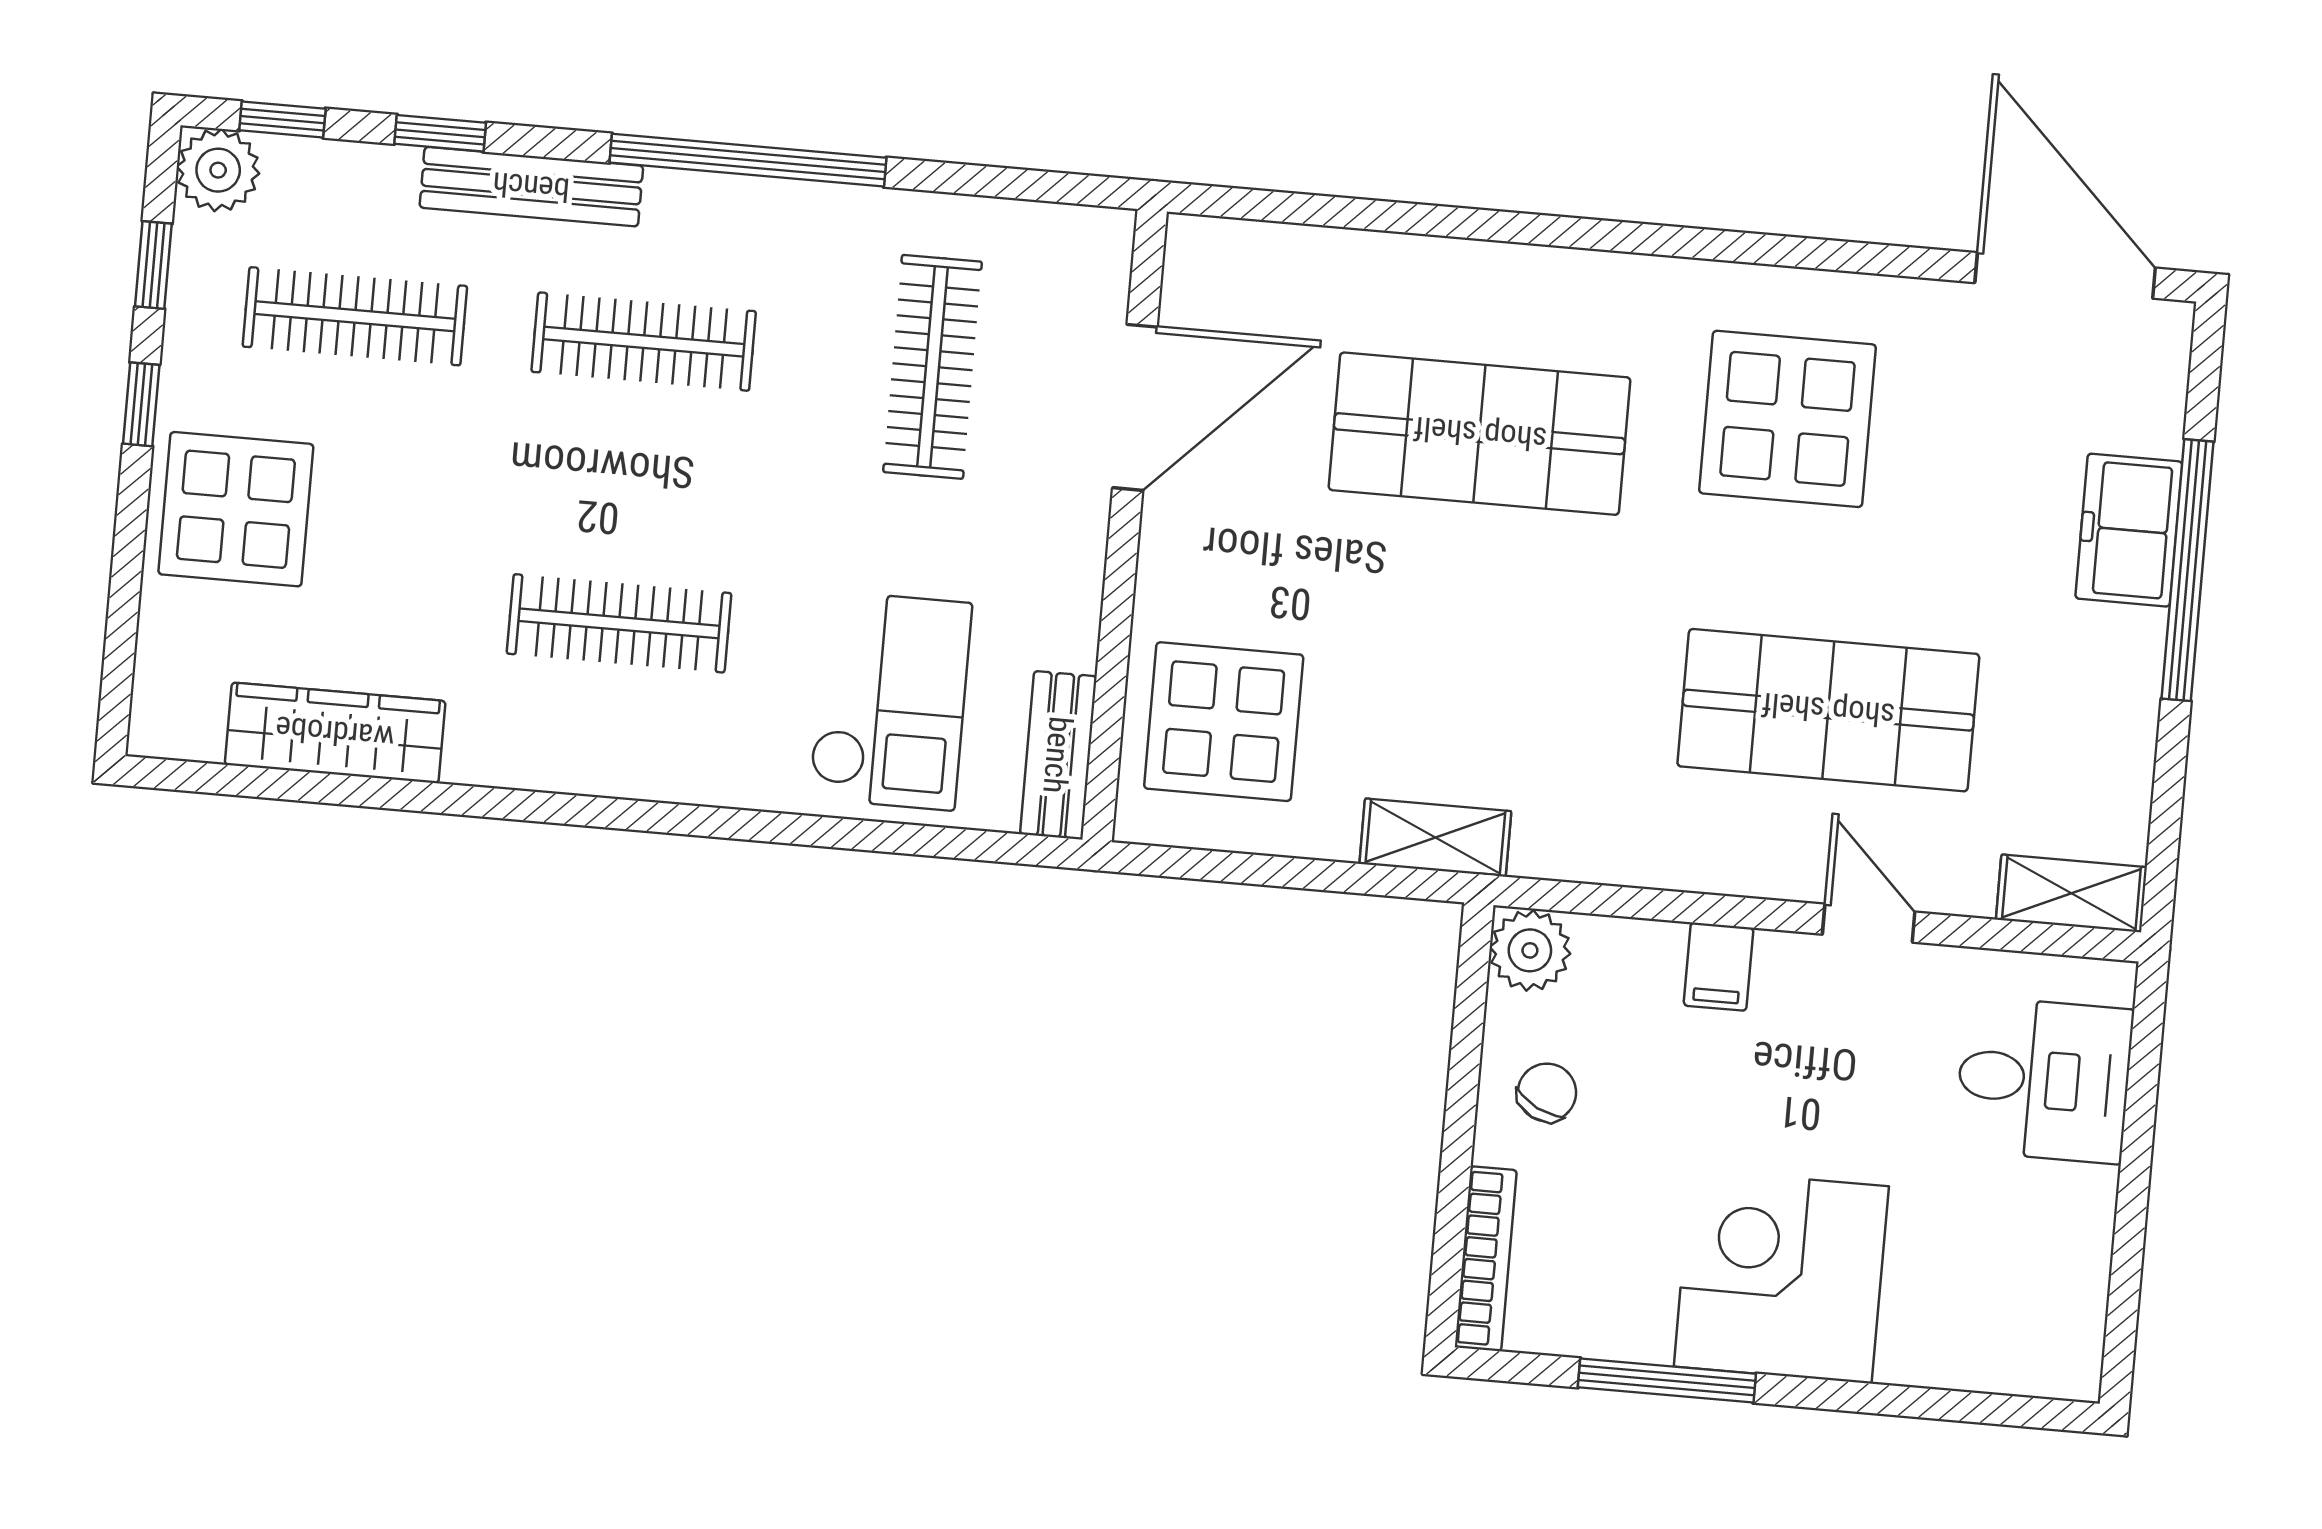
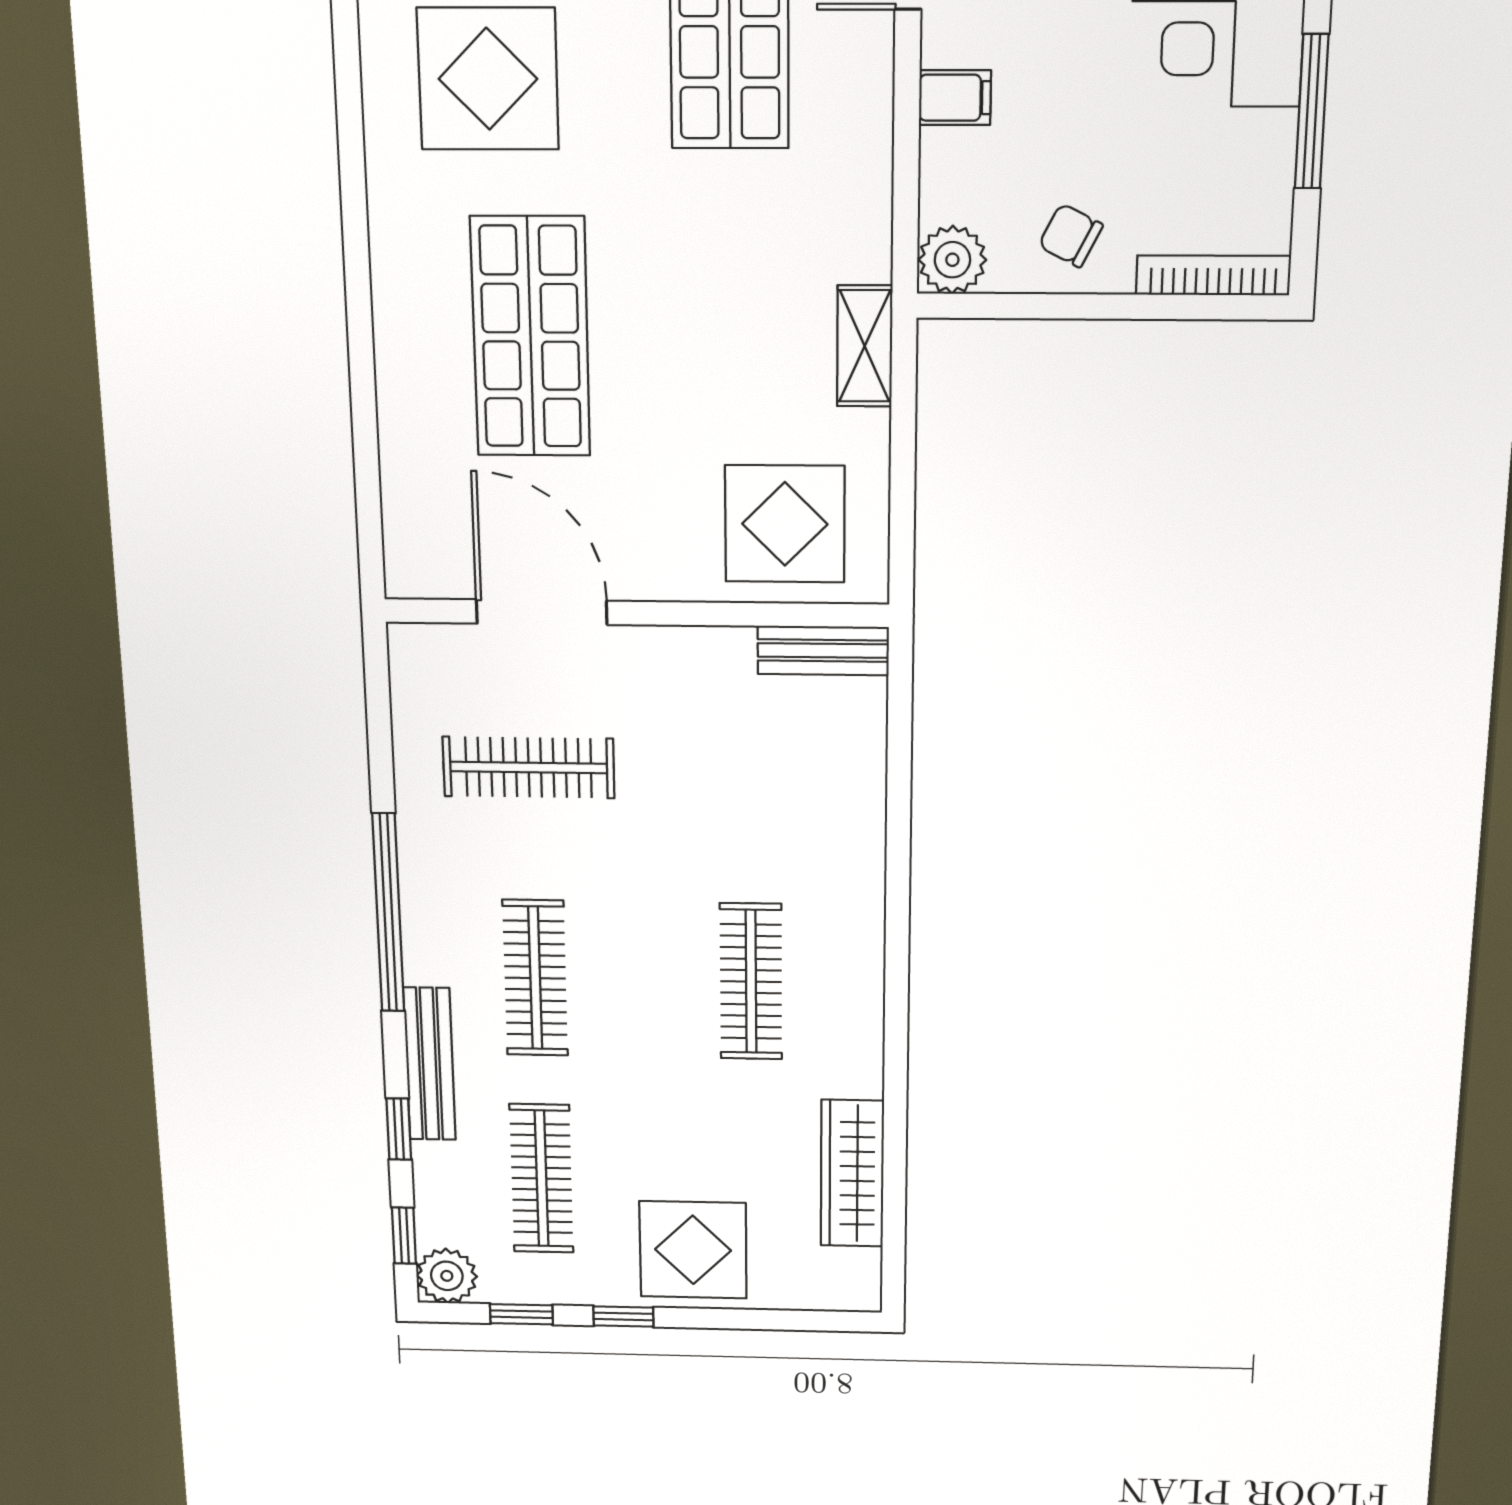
checkout: (890, 701) -> (792, 781), removed

